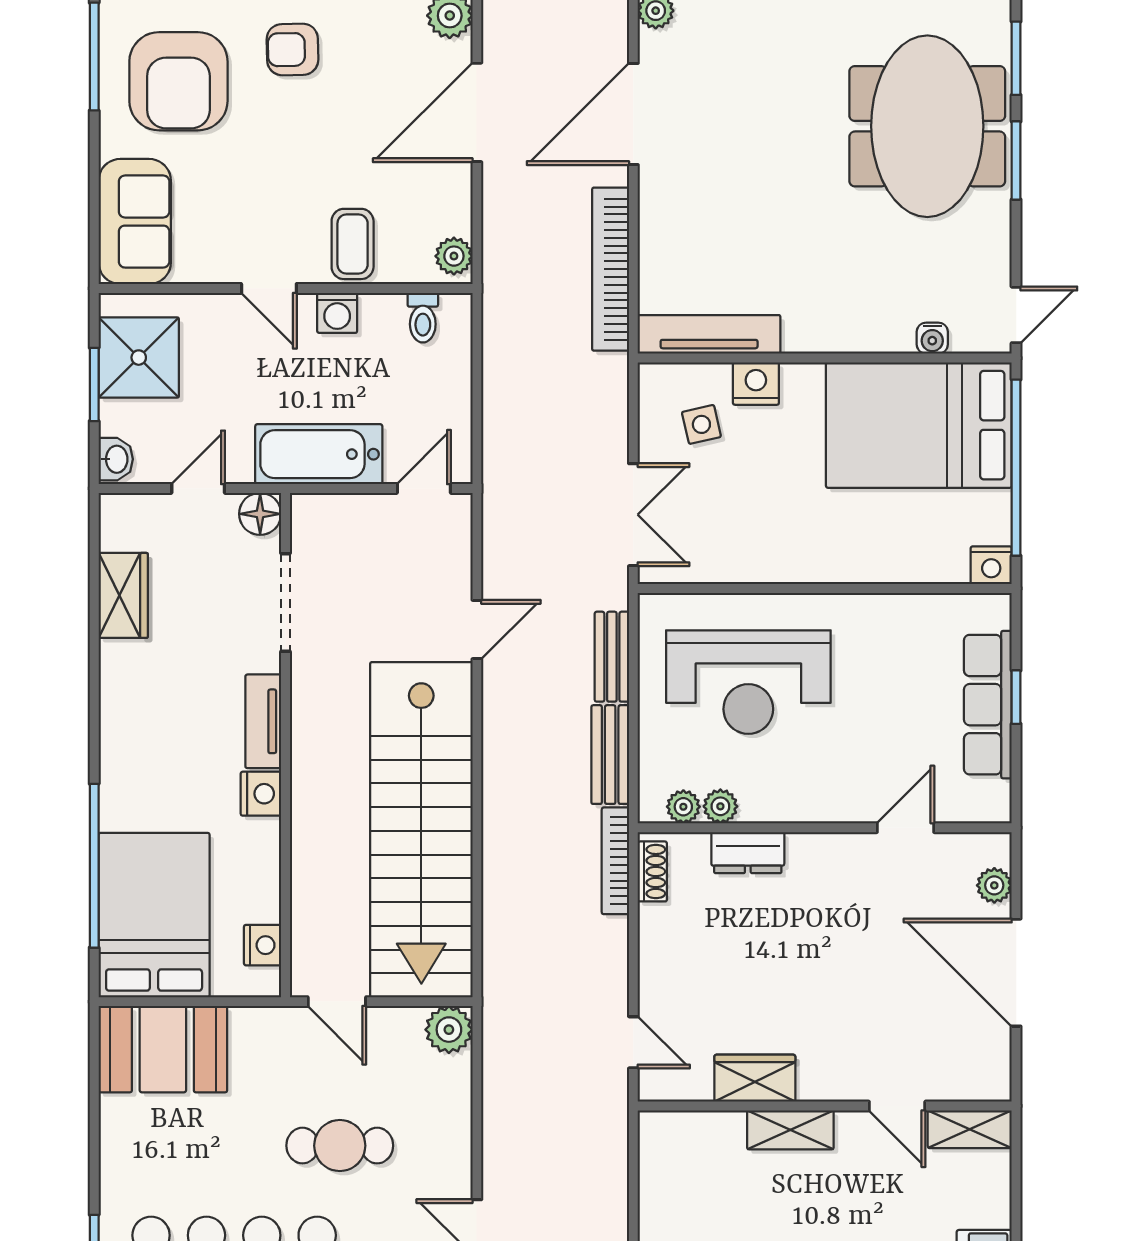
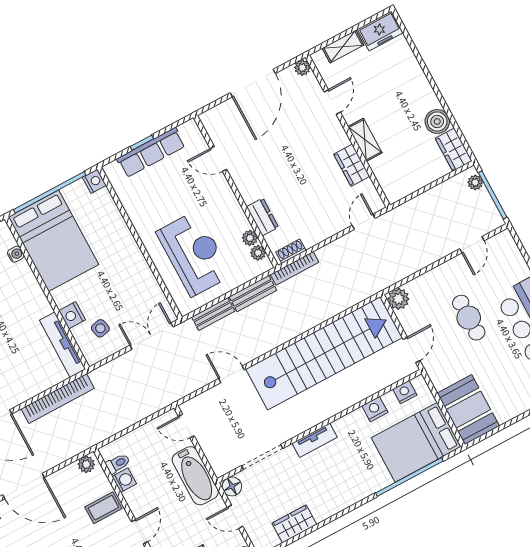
washing machine: (337, 313) -> (124, 480), moved
nightstand: (261, 794) -> (375, 409), moved
plant: (994, 885) -> (302, 68), moved
shelving: (970, 1129) -> (343, 47), moved, turned 90

